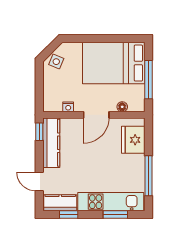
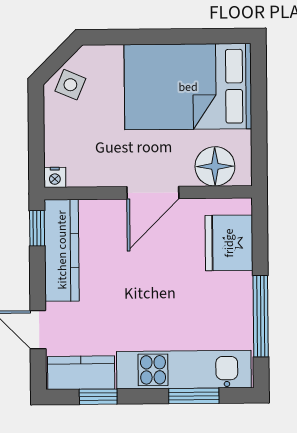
window: (149, 80) -> (259, 120), removed
nightstand: (68, 107) -> (55, 177), moved
floor lamp: (122, 107) -> (215, 166), width x1.89, depth x1.89

